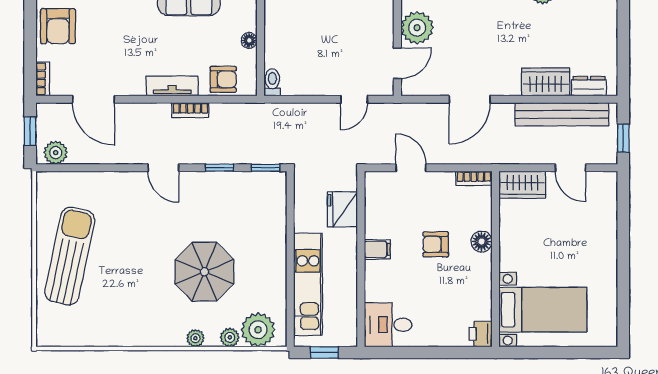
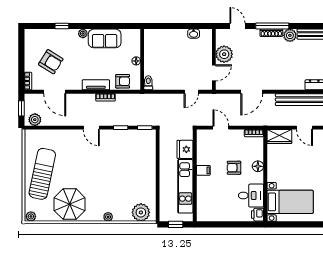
armchair: (58, 26) -> (51, 62), moved, turned -58
wardrobe: (546, 82) -> (292, 83), removed
parasol: (204, 272) -> (70, 204), moved
kitchen unit: (308, 284) -> (185, 186), moved, turned 180
desk: (388, 325) -> (251, 196), moved, turned 180
plant: (230, 337) -> (31, 216), moved

